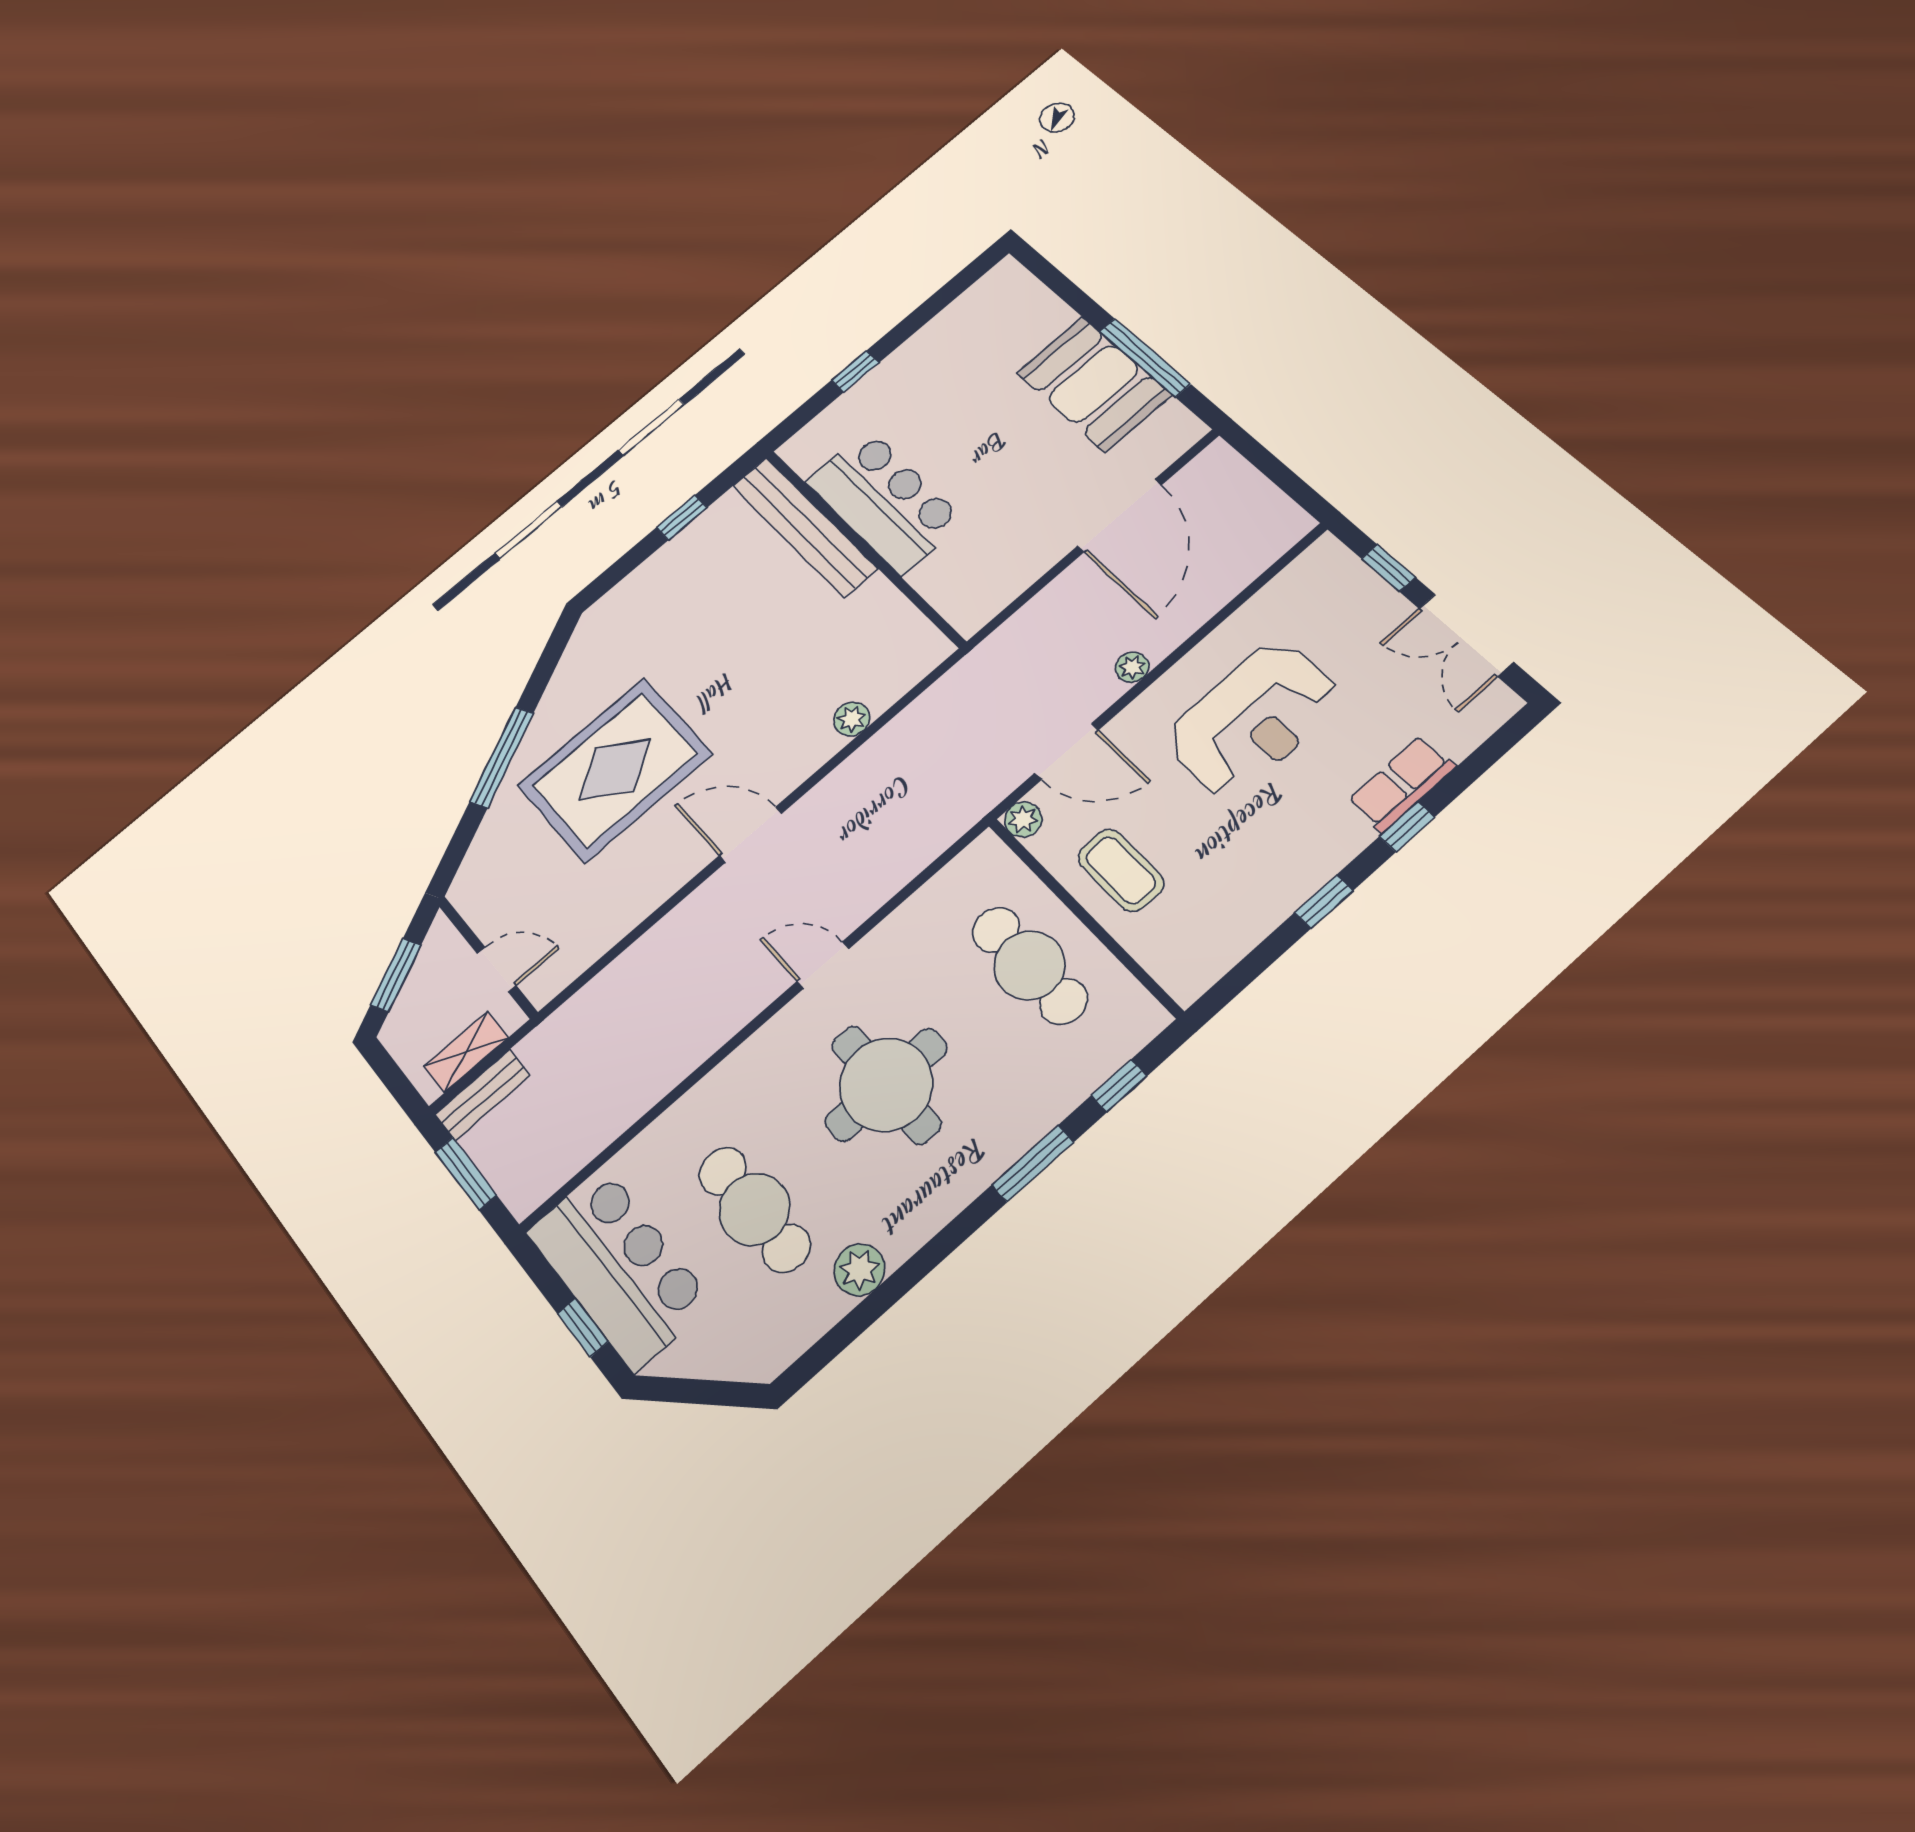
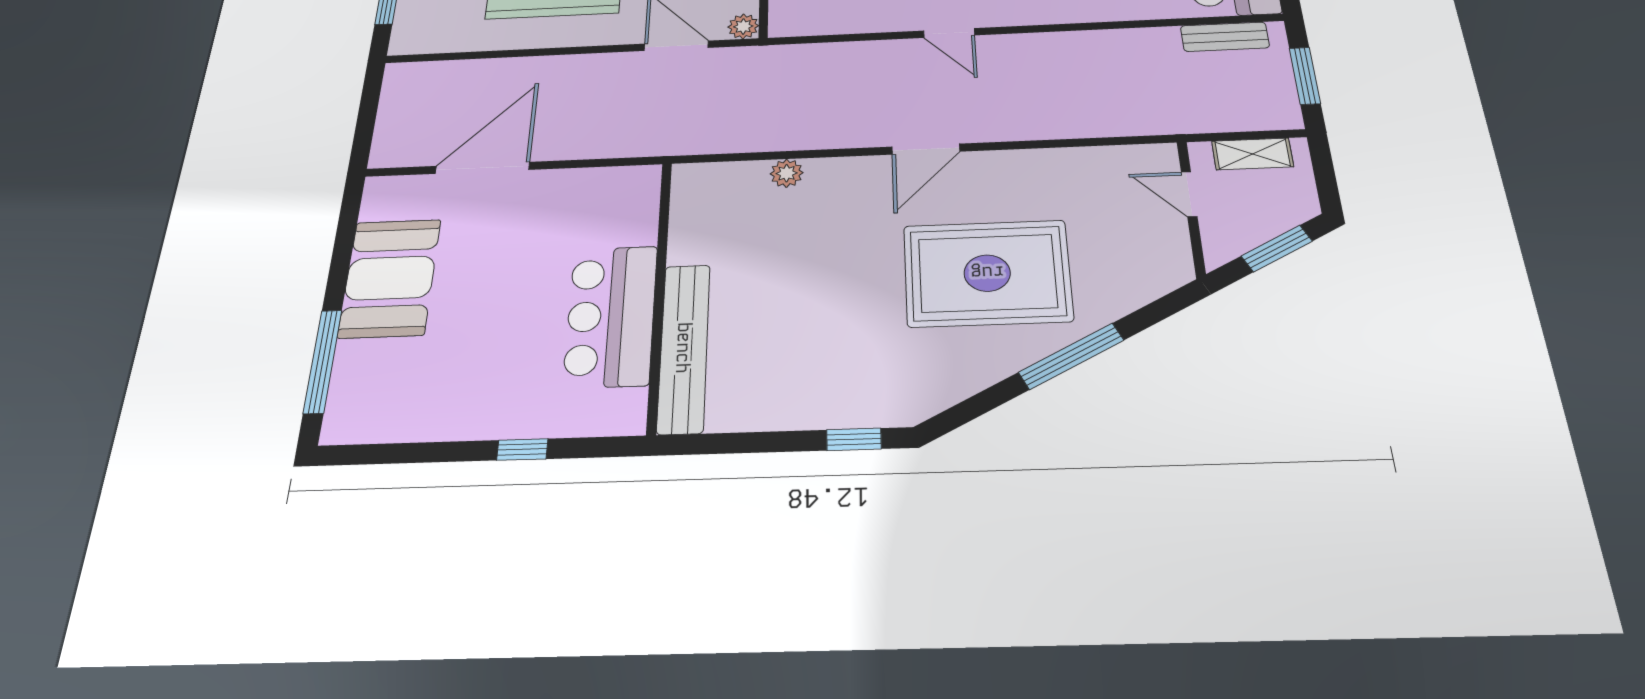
window: (1145, 358) -> (323, 361), moved
window: (682, 517) -> (854, 439), moved
plant: (1132, 667) -> (584, 65), removed
door: (751, 835) -> (926, 149), hinge flipped
bench: (483, 1095) -> (1225, 37), moved

